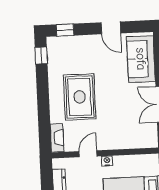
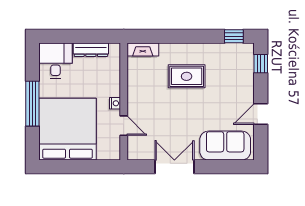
rug: (80, 97) -> (187, 76), width x0.73, depth x0.70
door: (88, 154) -> (124, 126), moved

